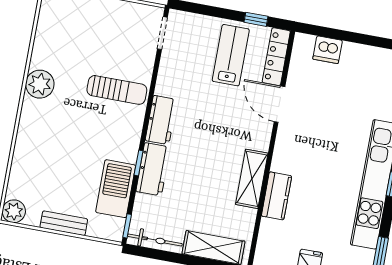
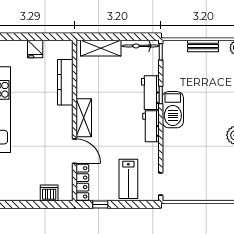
lab bench: (231, 55) -> (128, 179), moved
sun lounger: (117, 90) -> (184, 141), removed
shelving: (252, 179) -> (84, 118), moved
barbecue: (116, 189) -> (173, 110), moved
kitchen counter: (277, 196) -> (65, 82), width x1.50

